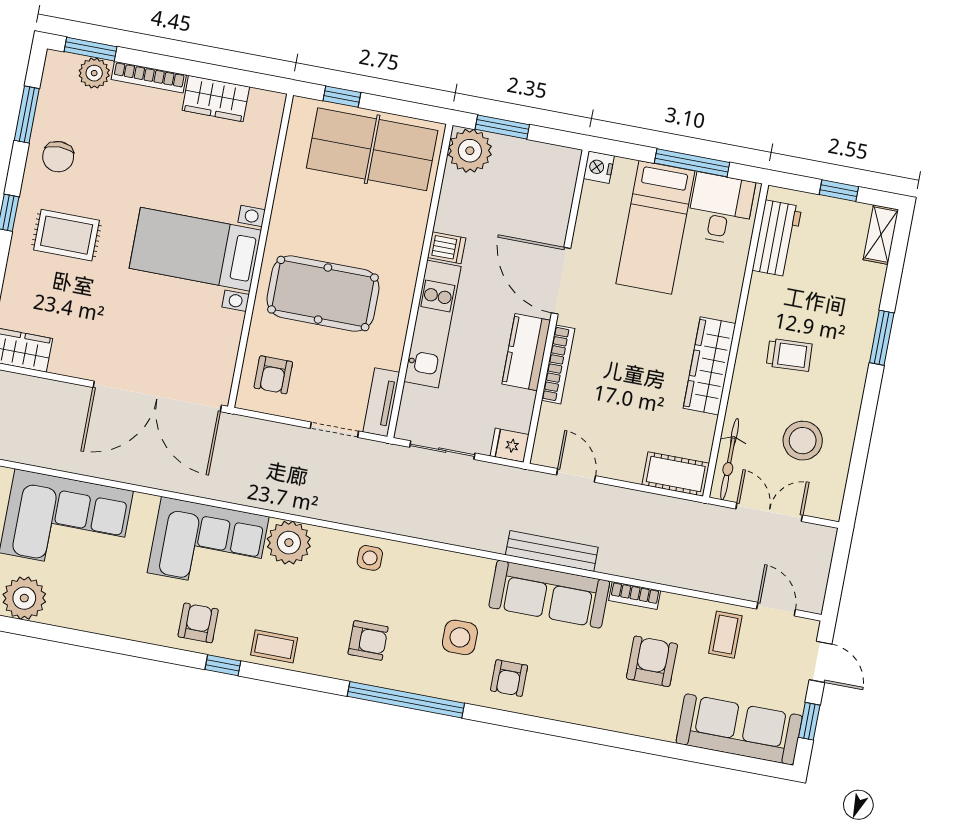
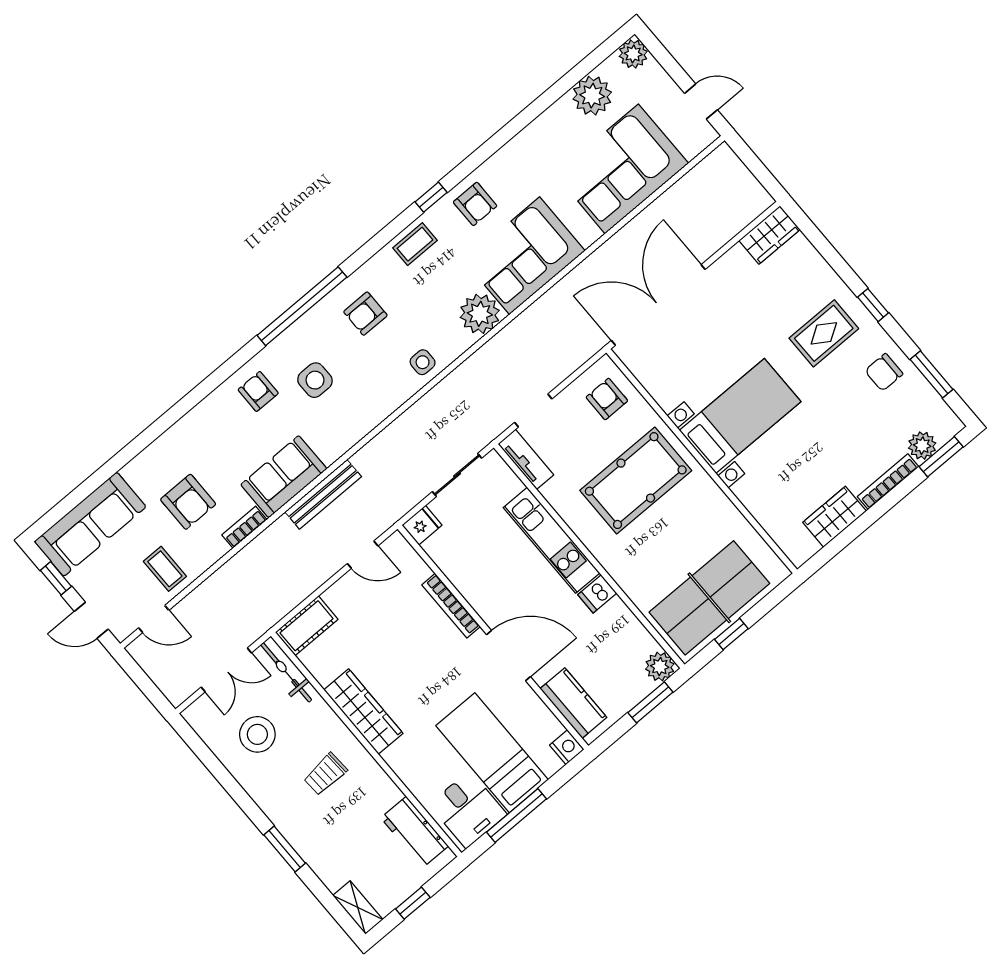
window: (342, 97) -> (731, 634), moved
plant: (470, 151) -> (660, 667), width x0.73, depth x0.73
chair: (58, 157) -> (884, 372), turned -90
kitchen counter: (526, 352) -> (573, 703), moved
sofa: (549, 594) -> (284, 477), width x0.73

